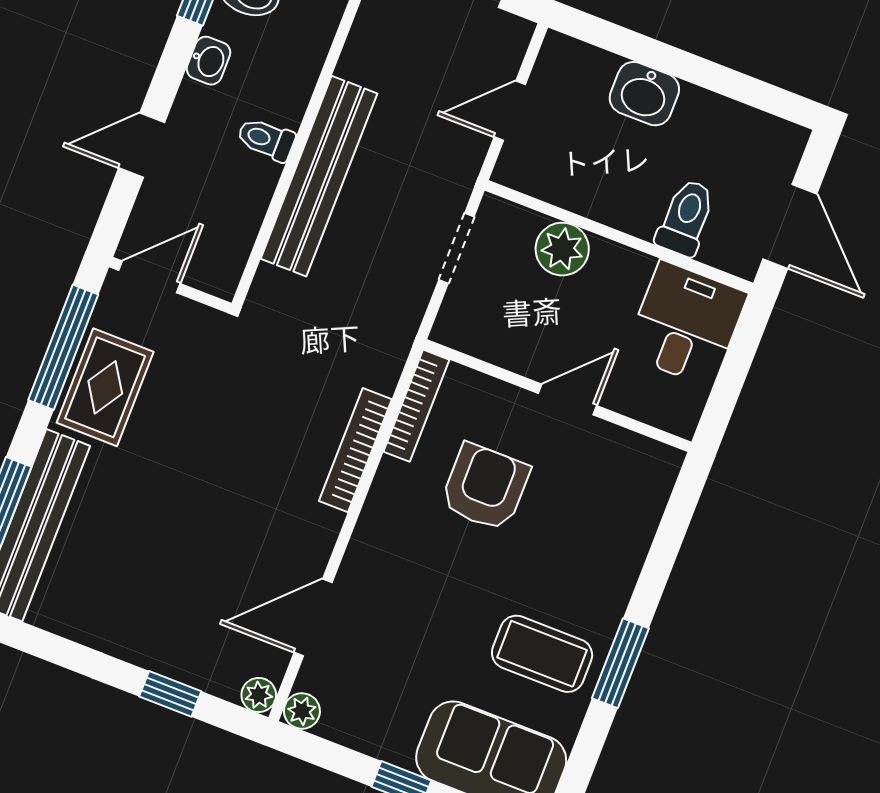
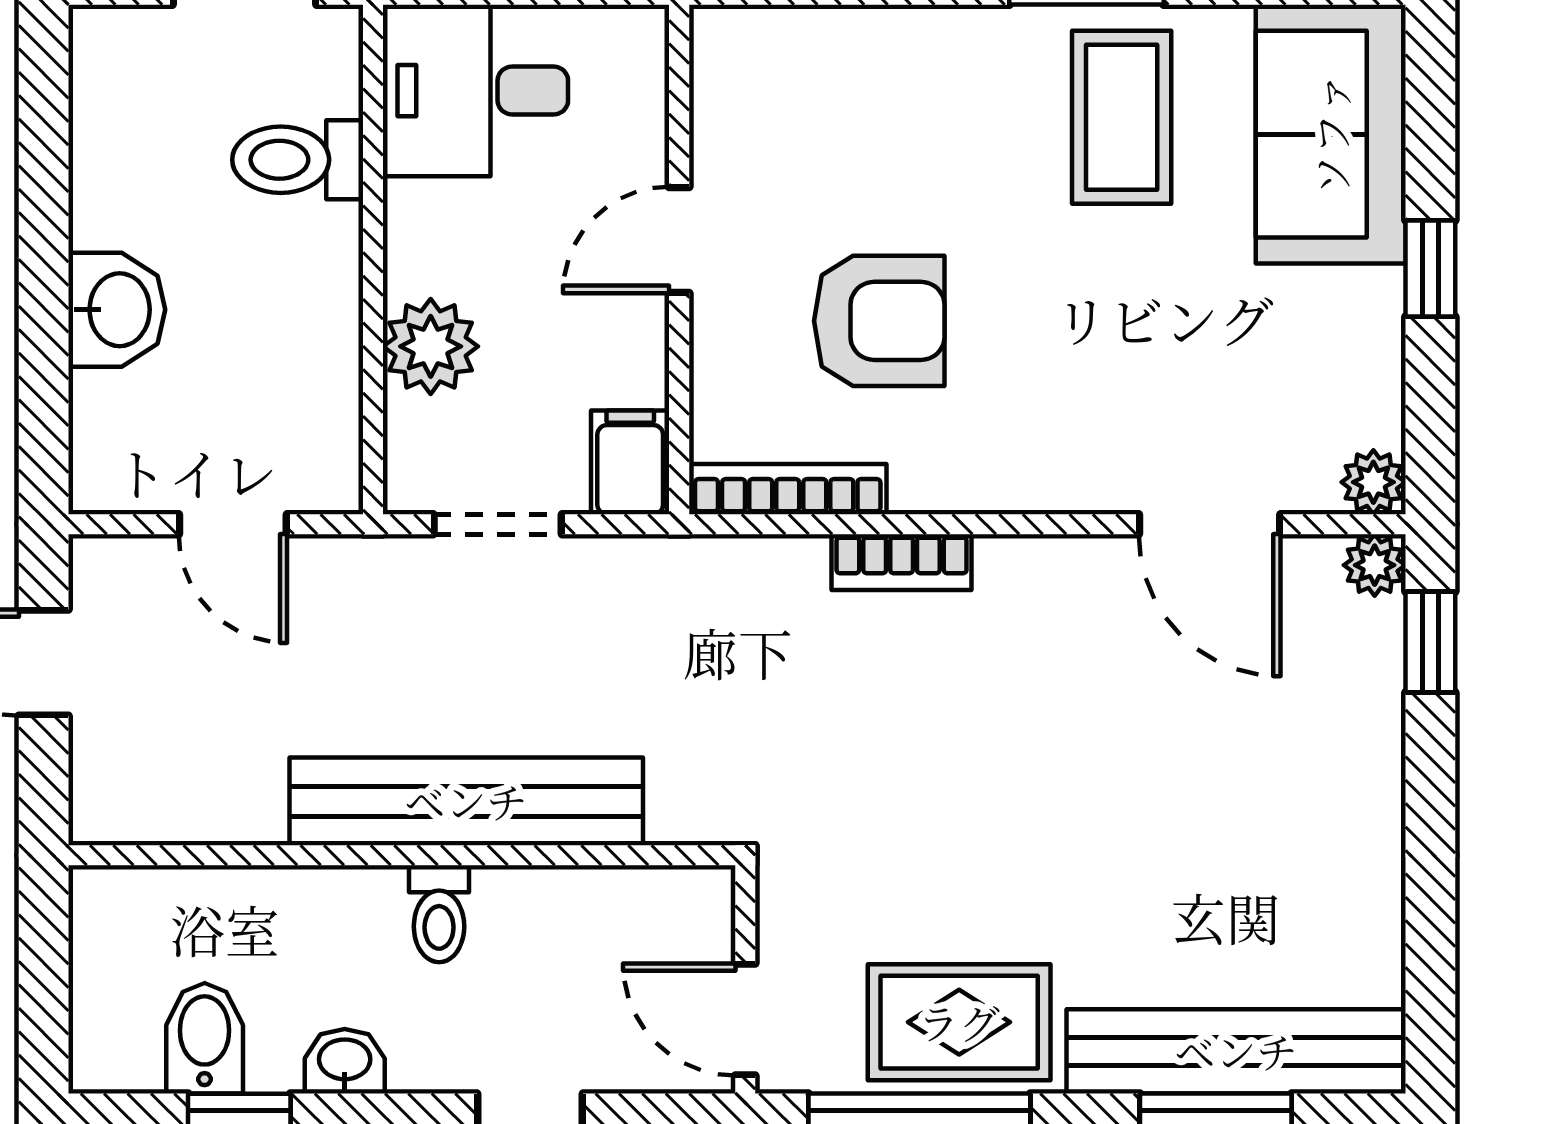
filing cabinet: (462, 329) -> (630, 462), added
door: (567, 399) -> (679, 240), hinge flipped
bookcase: (355, 450) -> (902, 562), width x0.64
armchair: (485, 487) -> (879, 321), turned 180
window: (170, 694) -> (1430, 642), moved

